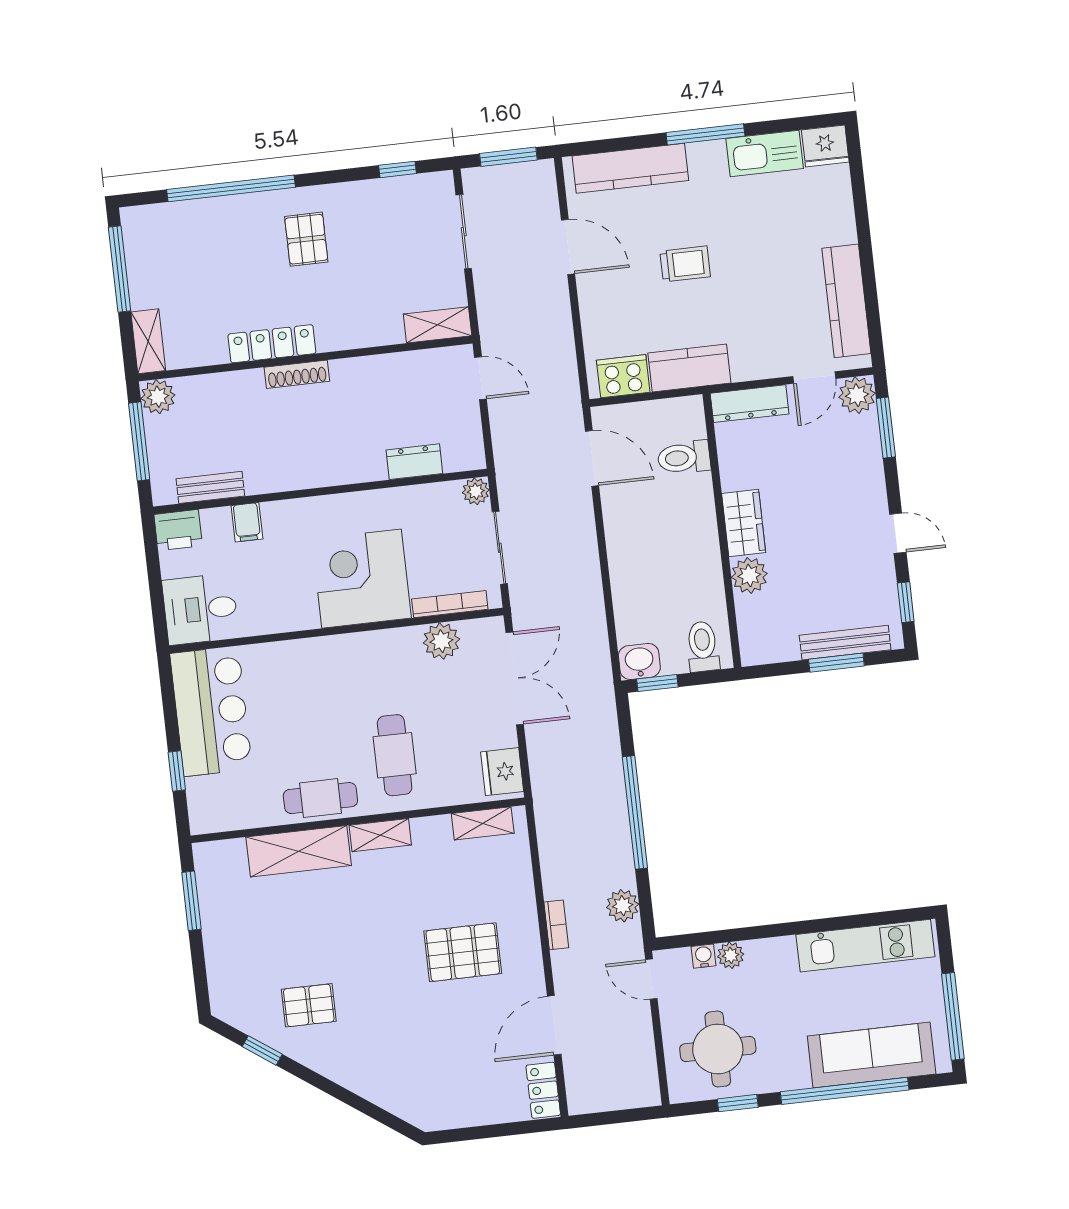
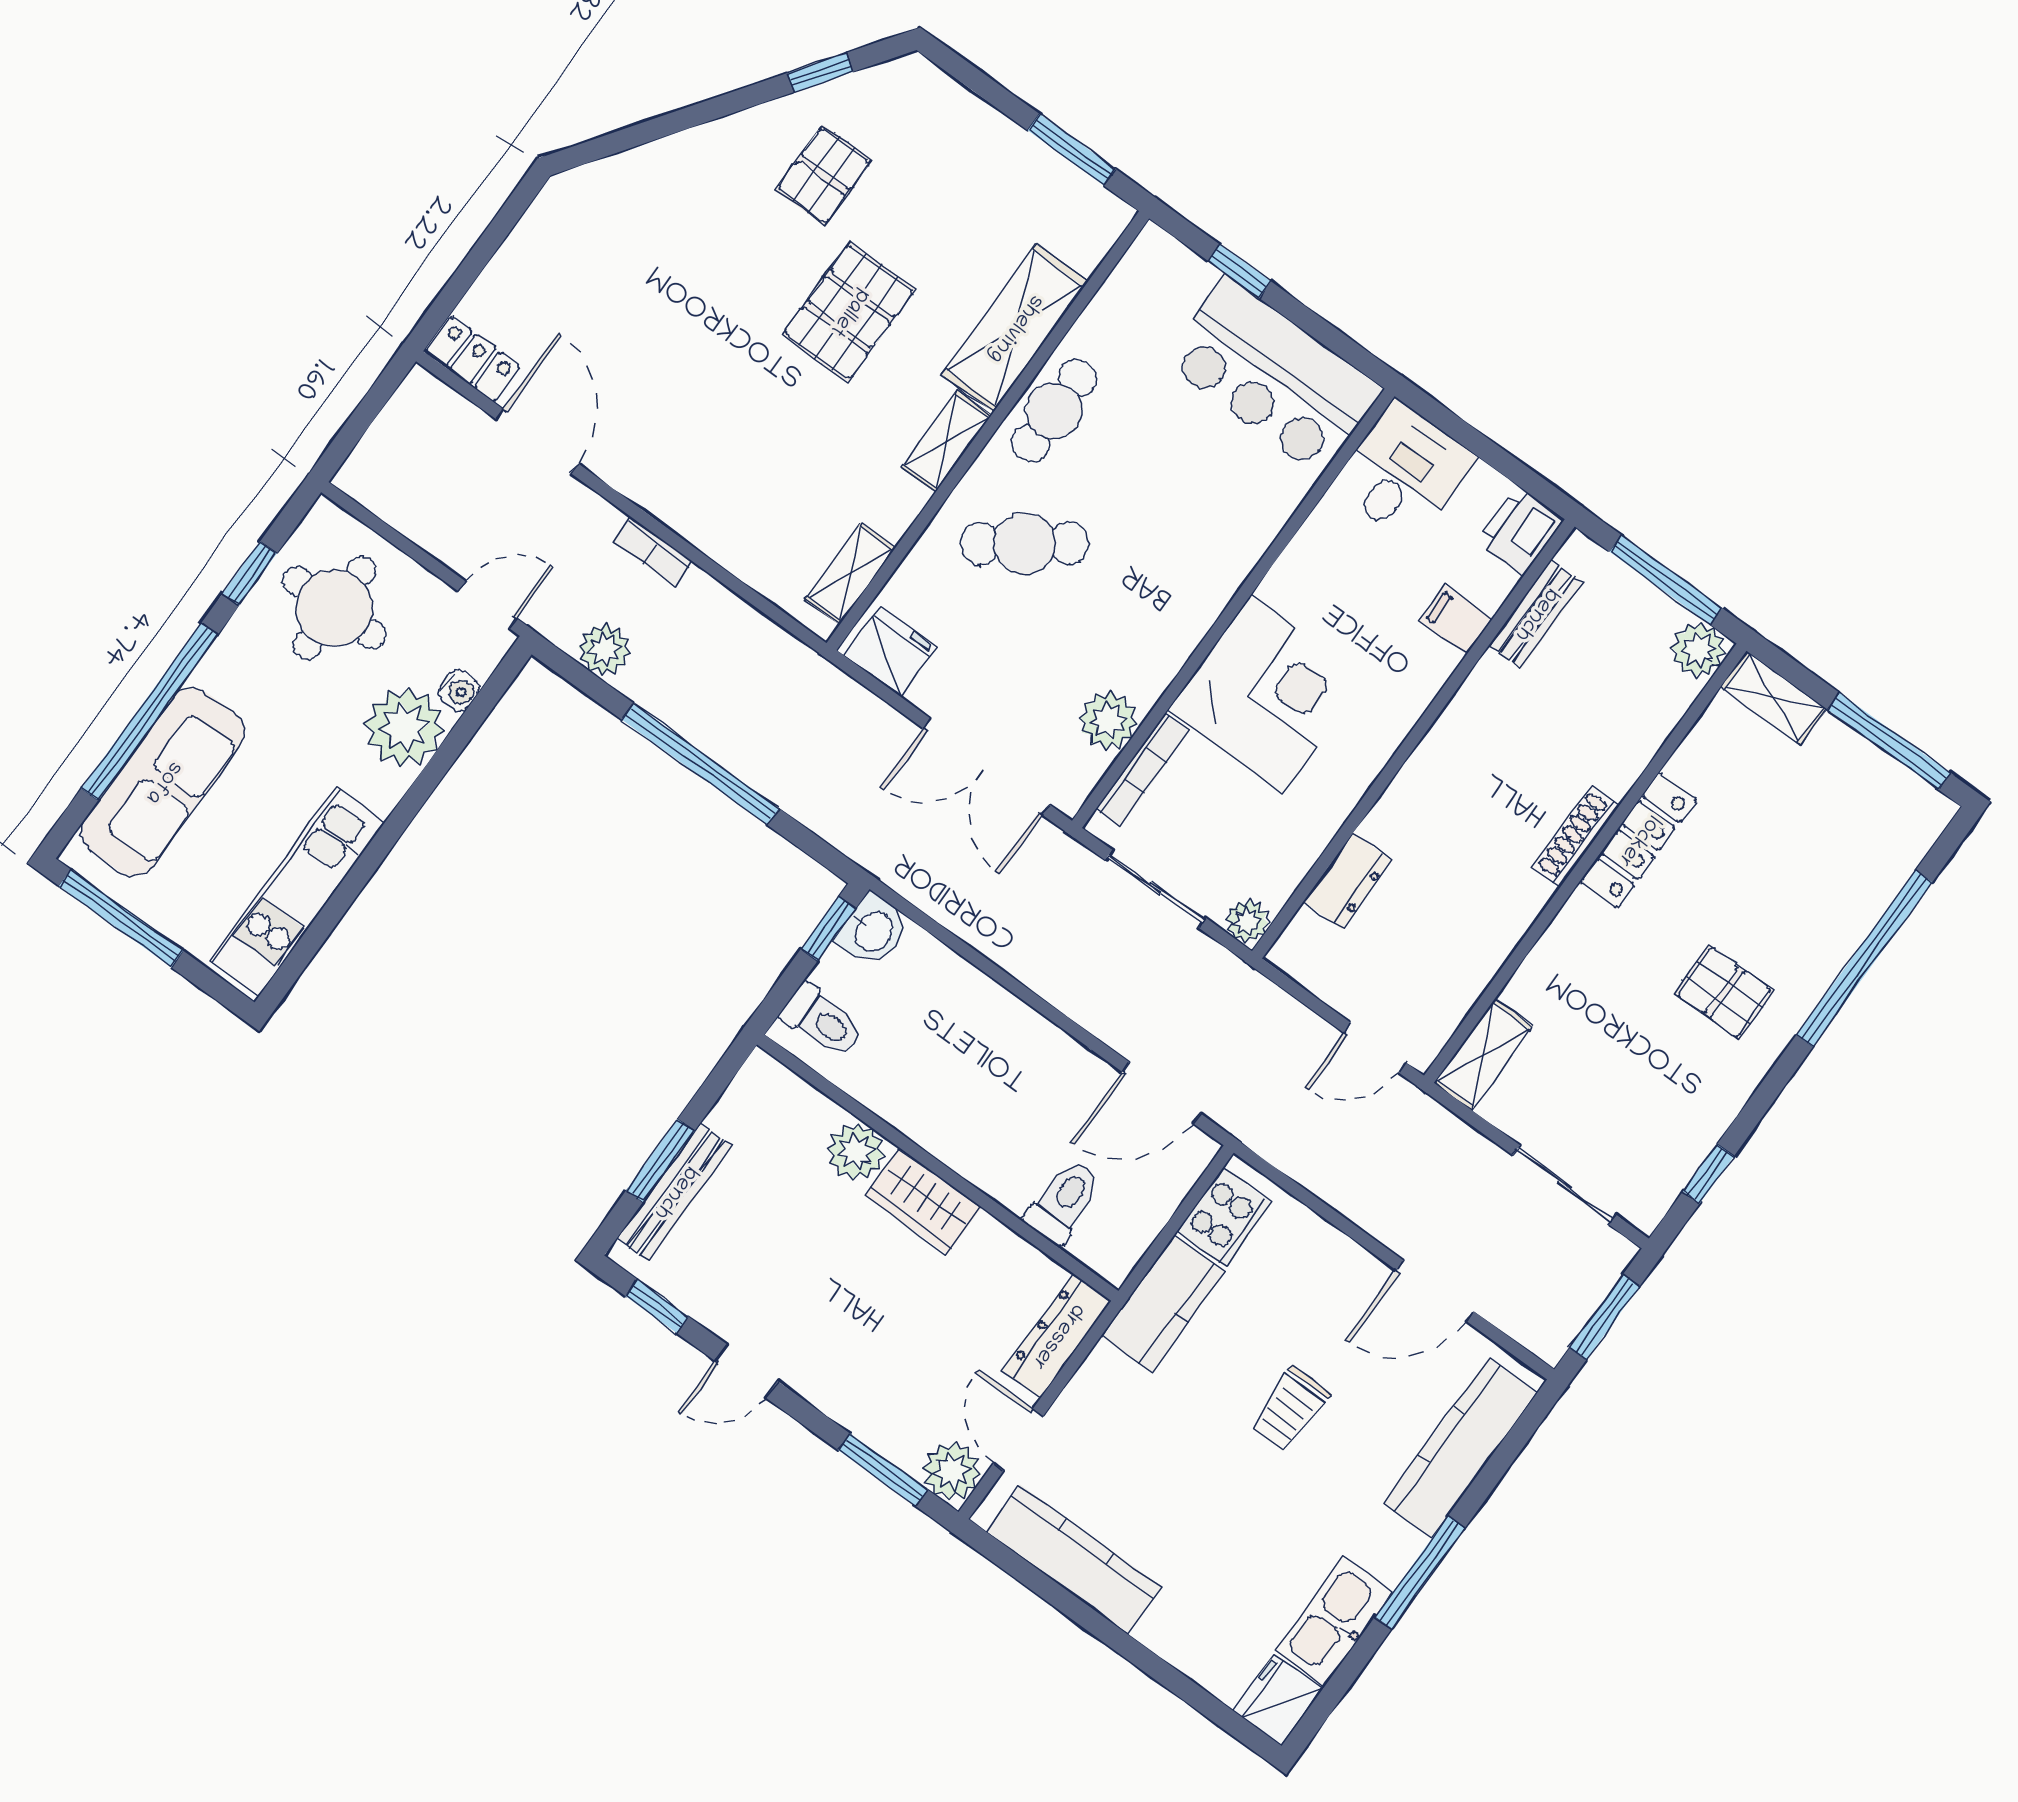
cafe table: (395, 755) -> (1025, 543), turned -36
pallet: (463, 952) -> (849, 312), moved
plant: (731, 955) -> (404, 727), width x1.87, depth x1.87

